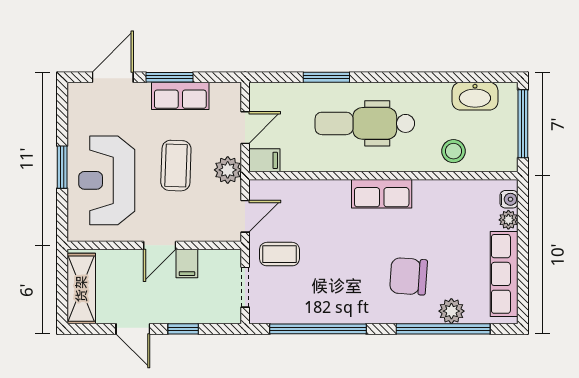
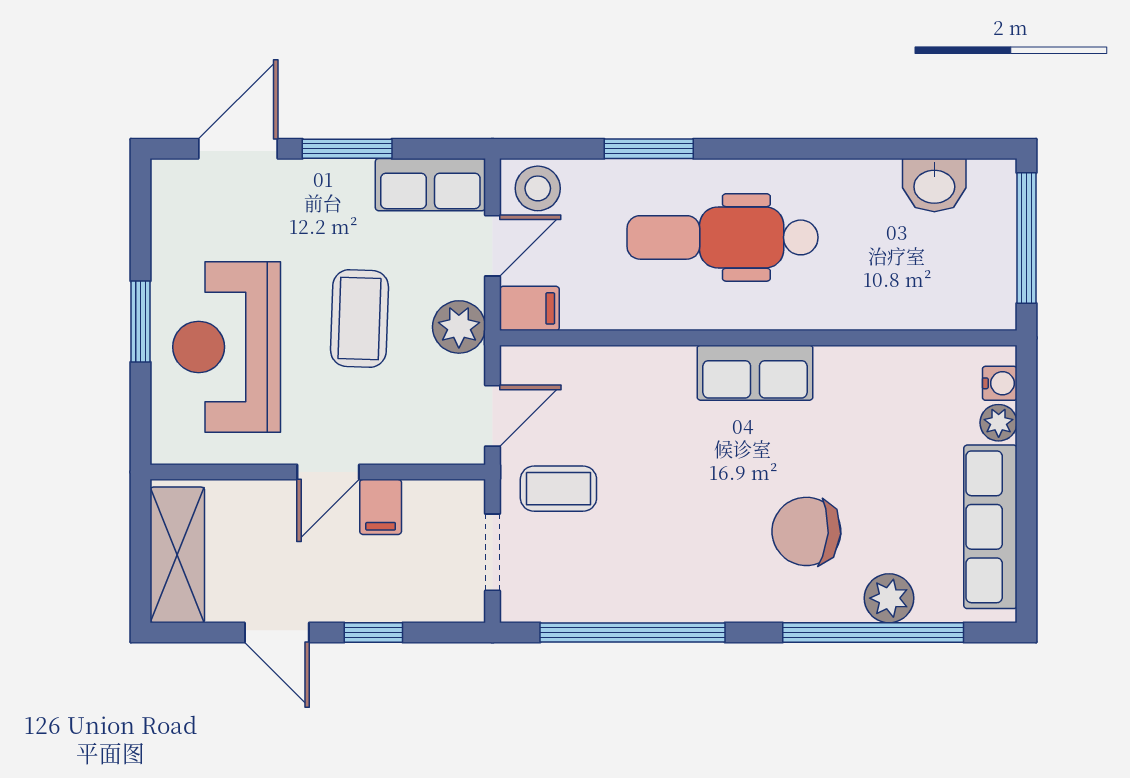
row of seats: (180, 96) -> (430, 185), moved
washbasin: (475, 96) -> (934, 185), width x0.72
stool: (453, 151) -> (538, 188), moved

